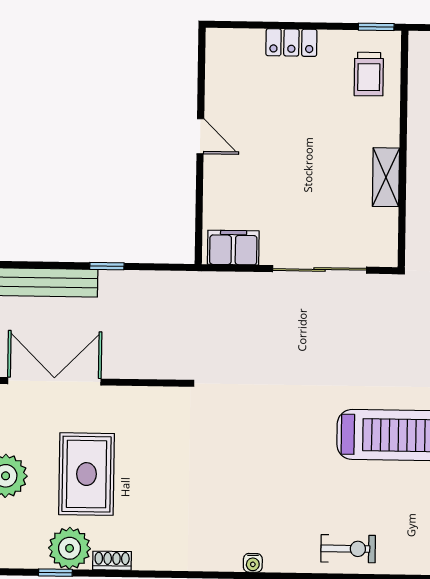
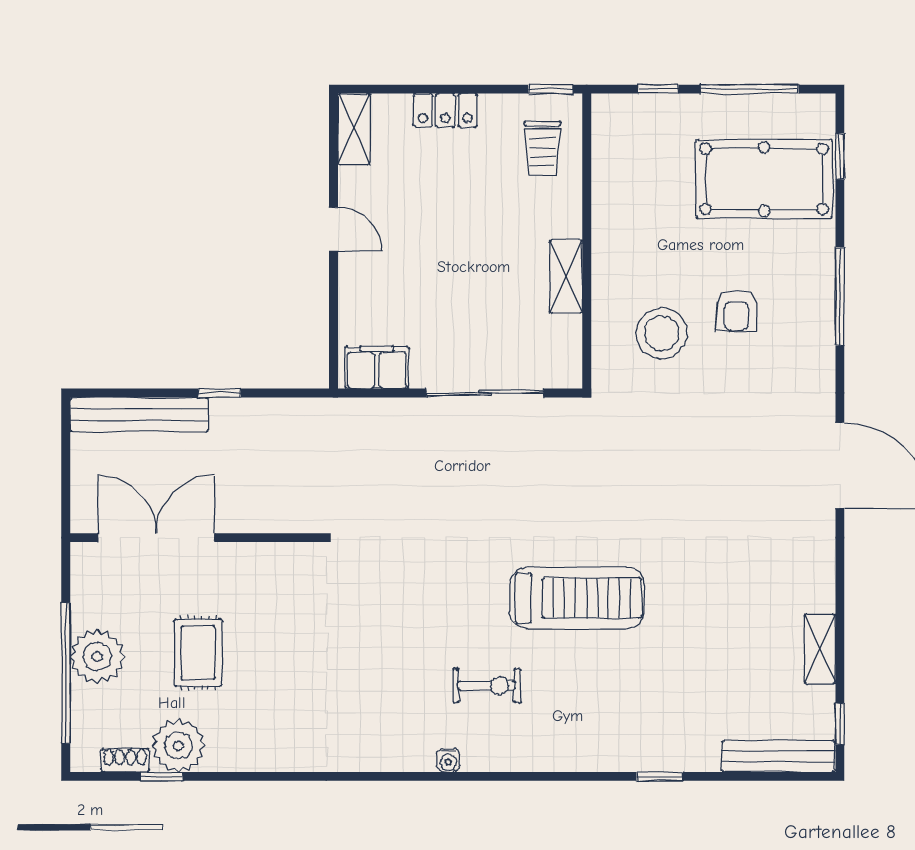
shelving: (218, 56) -> (354, 129), added
rug: (86, 474) -> (198, 653), width x0.73, depth x0.70
exercise bike: (348, 549) -> (487, 686), moved
shoe rack: (112, 561) -> (125, 760), moved
water cooler: (253, 563) -> (448, 760), moved

